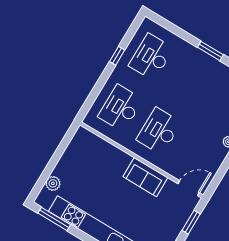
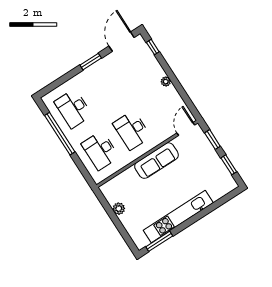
window: (117, 56) -> (60, 134), width x3.17
sofa: (145, 177) -> (156, 161), width x1.36
plant: (53, 183) -> (119, 209), moved

